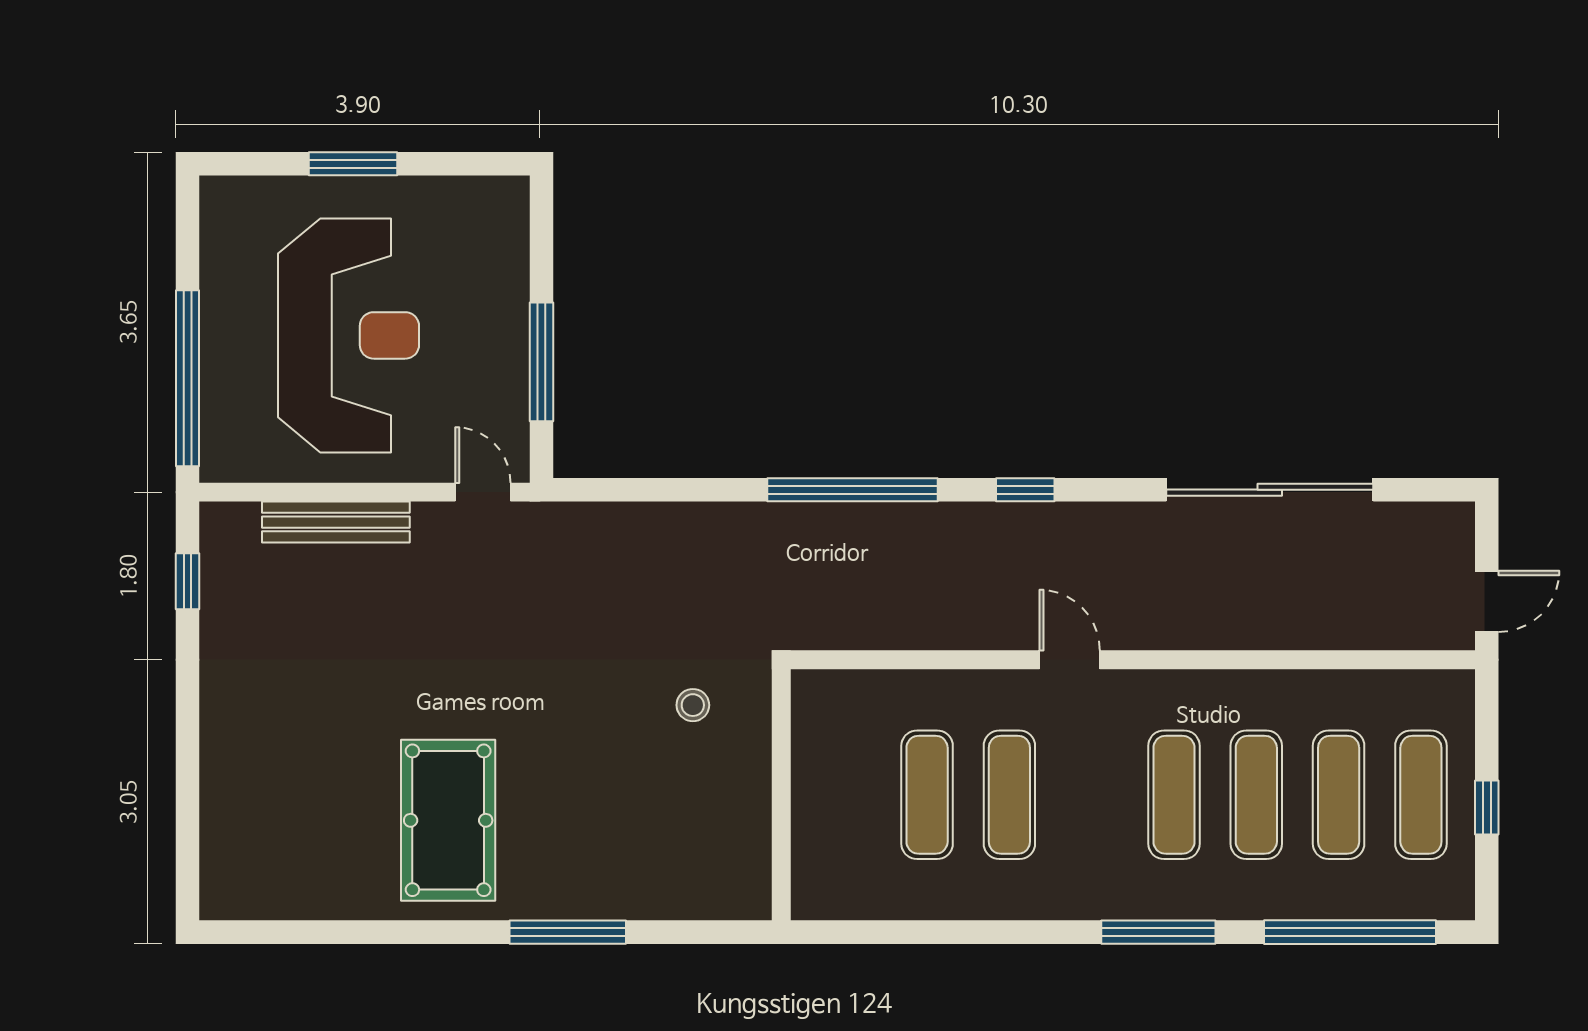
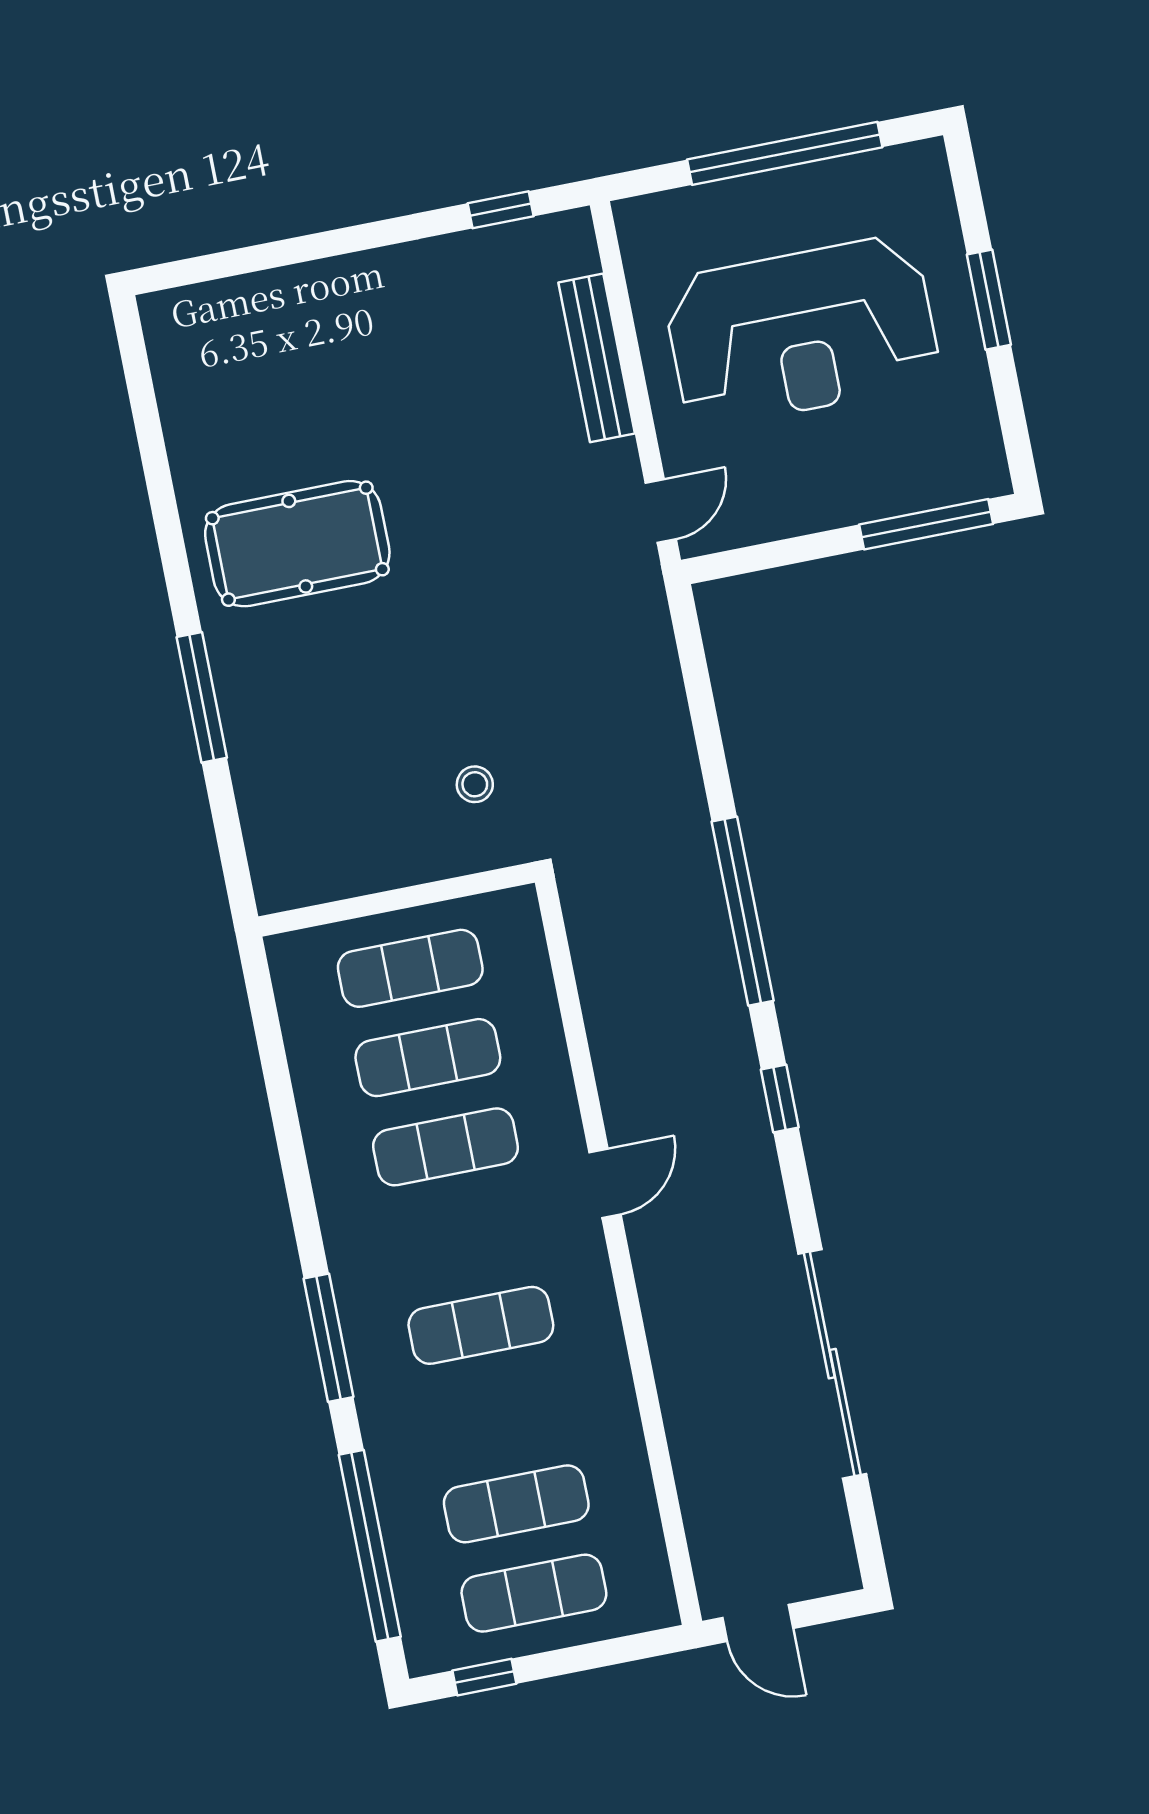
window: (541, 362) -> (926, 524), moved
window: (188, 378) -> (785, 153), moved
exercise mat: (1256, 795) -> (410, 968), moved
window: (1487, 807) -> (484, 1677), moved

